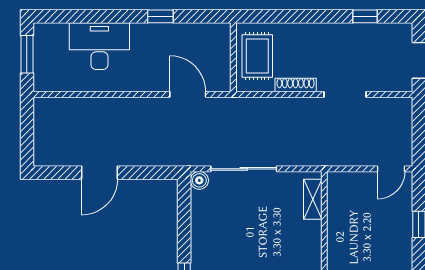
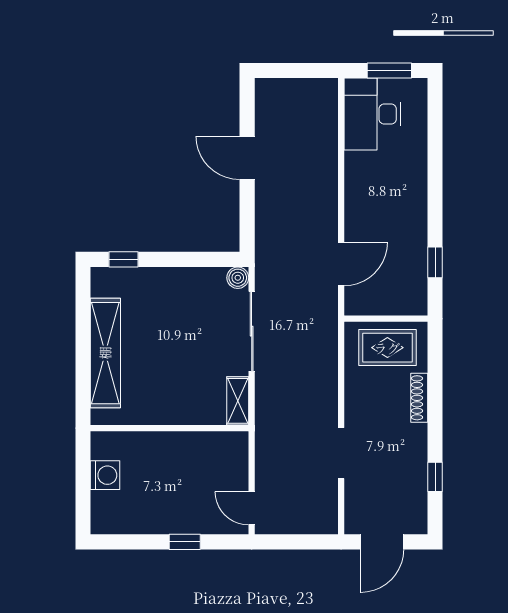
window: (160, 16) -> (435, 262), moved
desk: (99, 46) -> (372, 114), moved, turned 180
shoe rack: (296, 85) -> (419, 398), moved, turned 180
shelving: (313, 199) -> (238, 401), moved, turned 90

